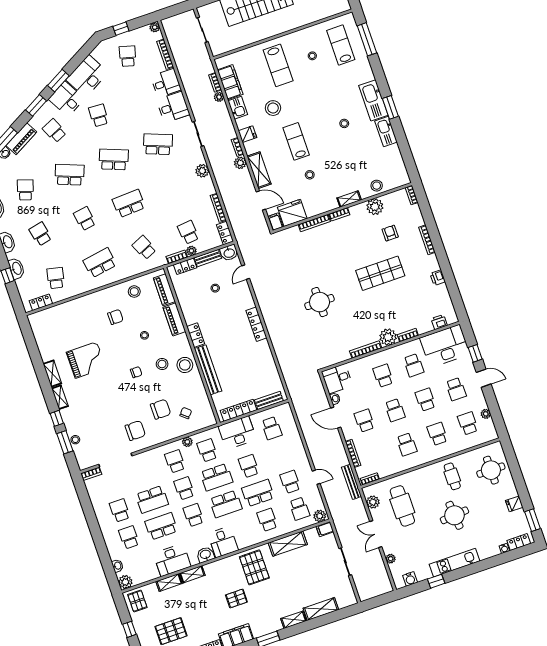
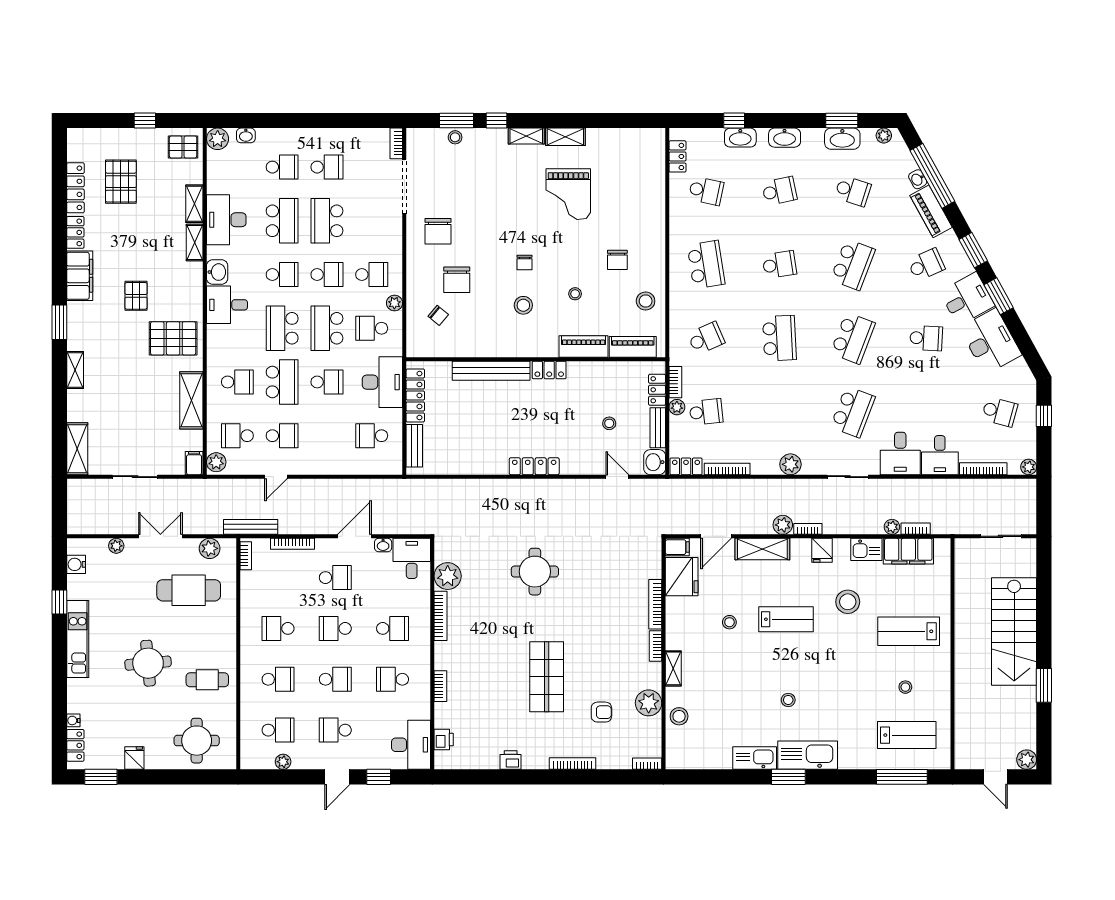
plant: (388, 337) -> (448, 576), moved
desk: (445, 346) -> (411, 745), width x0.73, depth x0.77
stool: (185, 365) -> (510, 339), removed
school desk: (207, 450) -> (372, 328), turned 180
shelving: (321, 609) -> (77, 449), moved

